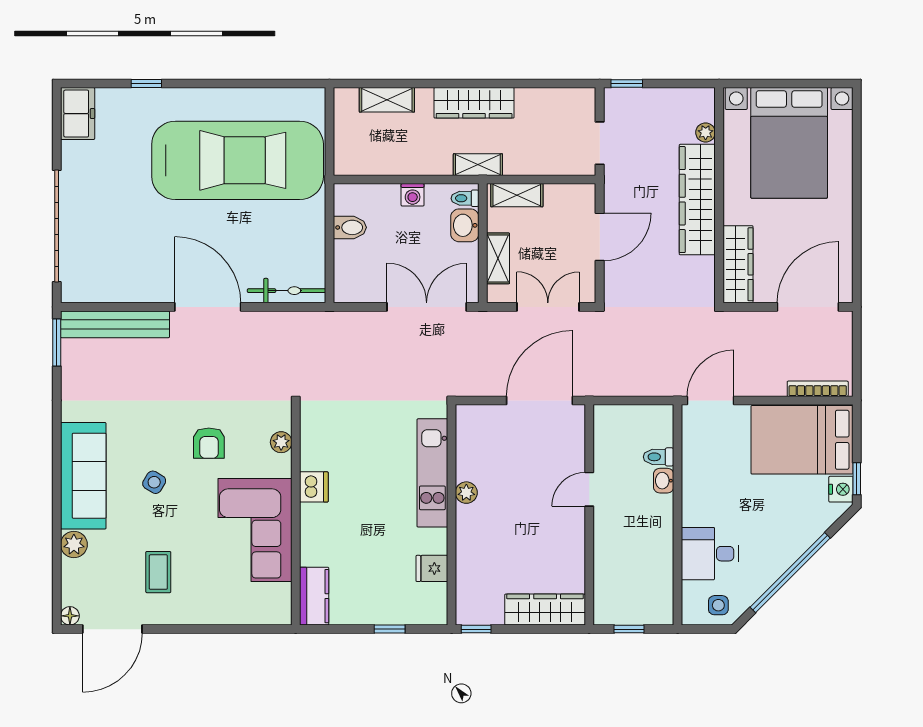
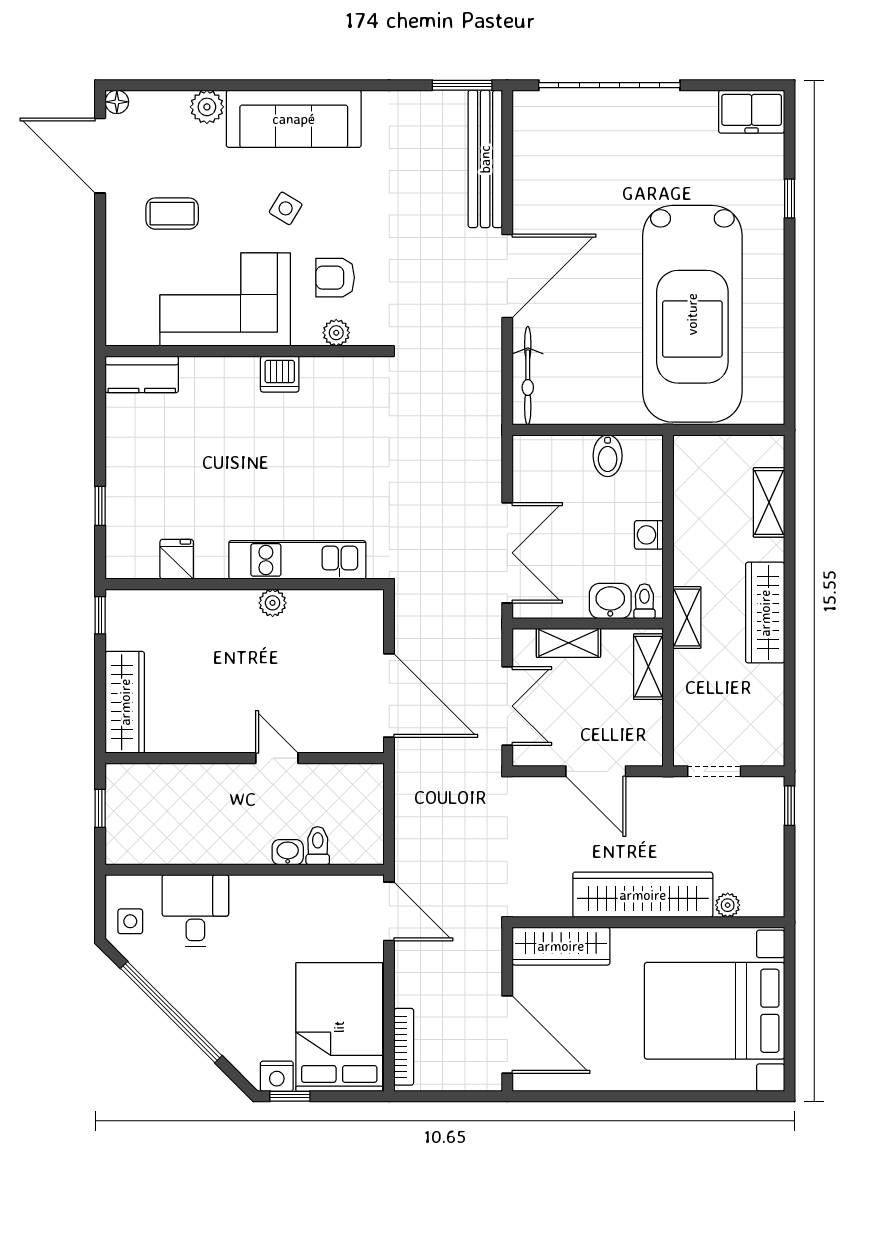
plant: (281, 442) -> (336, 333), moved
dishwasher: (314, 487) -> (280, 374), moved
wall: (296, 515) -> (245, 351), moved
corner sofa: (255, 530) -> (225, 300), moved
kitchen counter: (314, 596) -> (142, 374), moved

